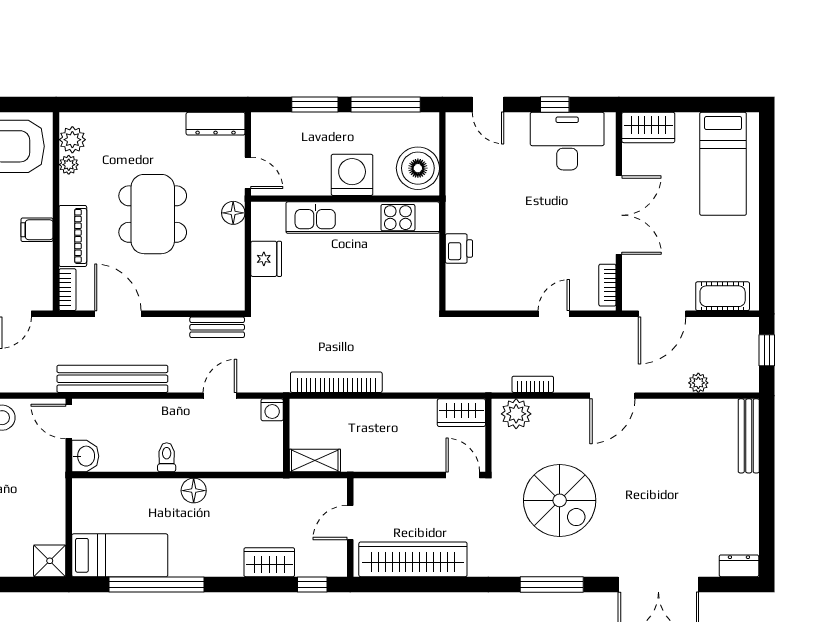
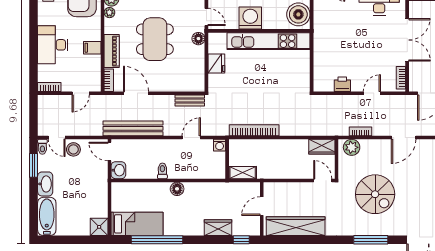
washing machine: (352, 175) -> (250, 18), moved
printer: (459, 248) -> (342, 84), moved, turned -90

